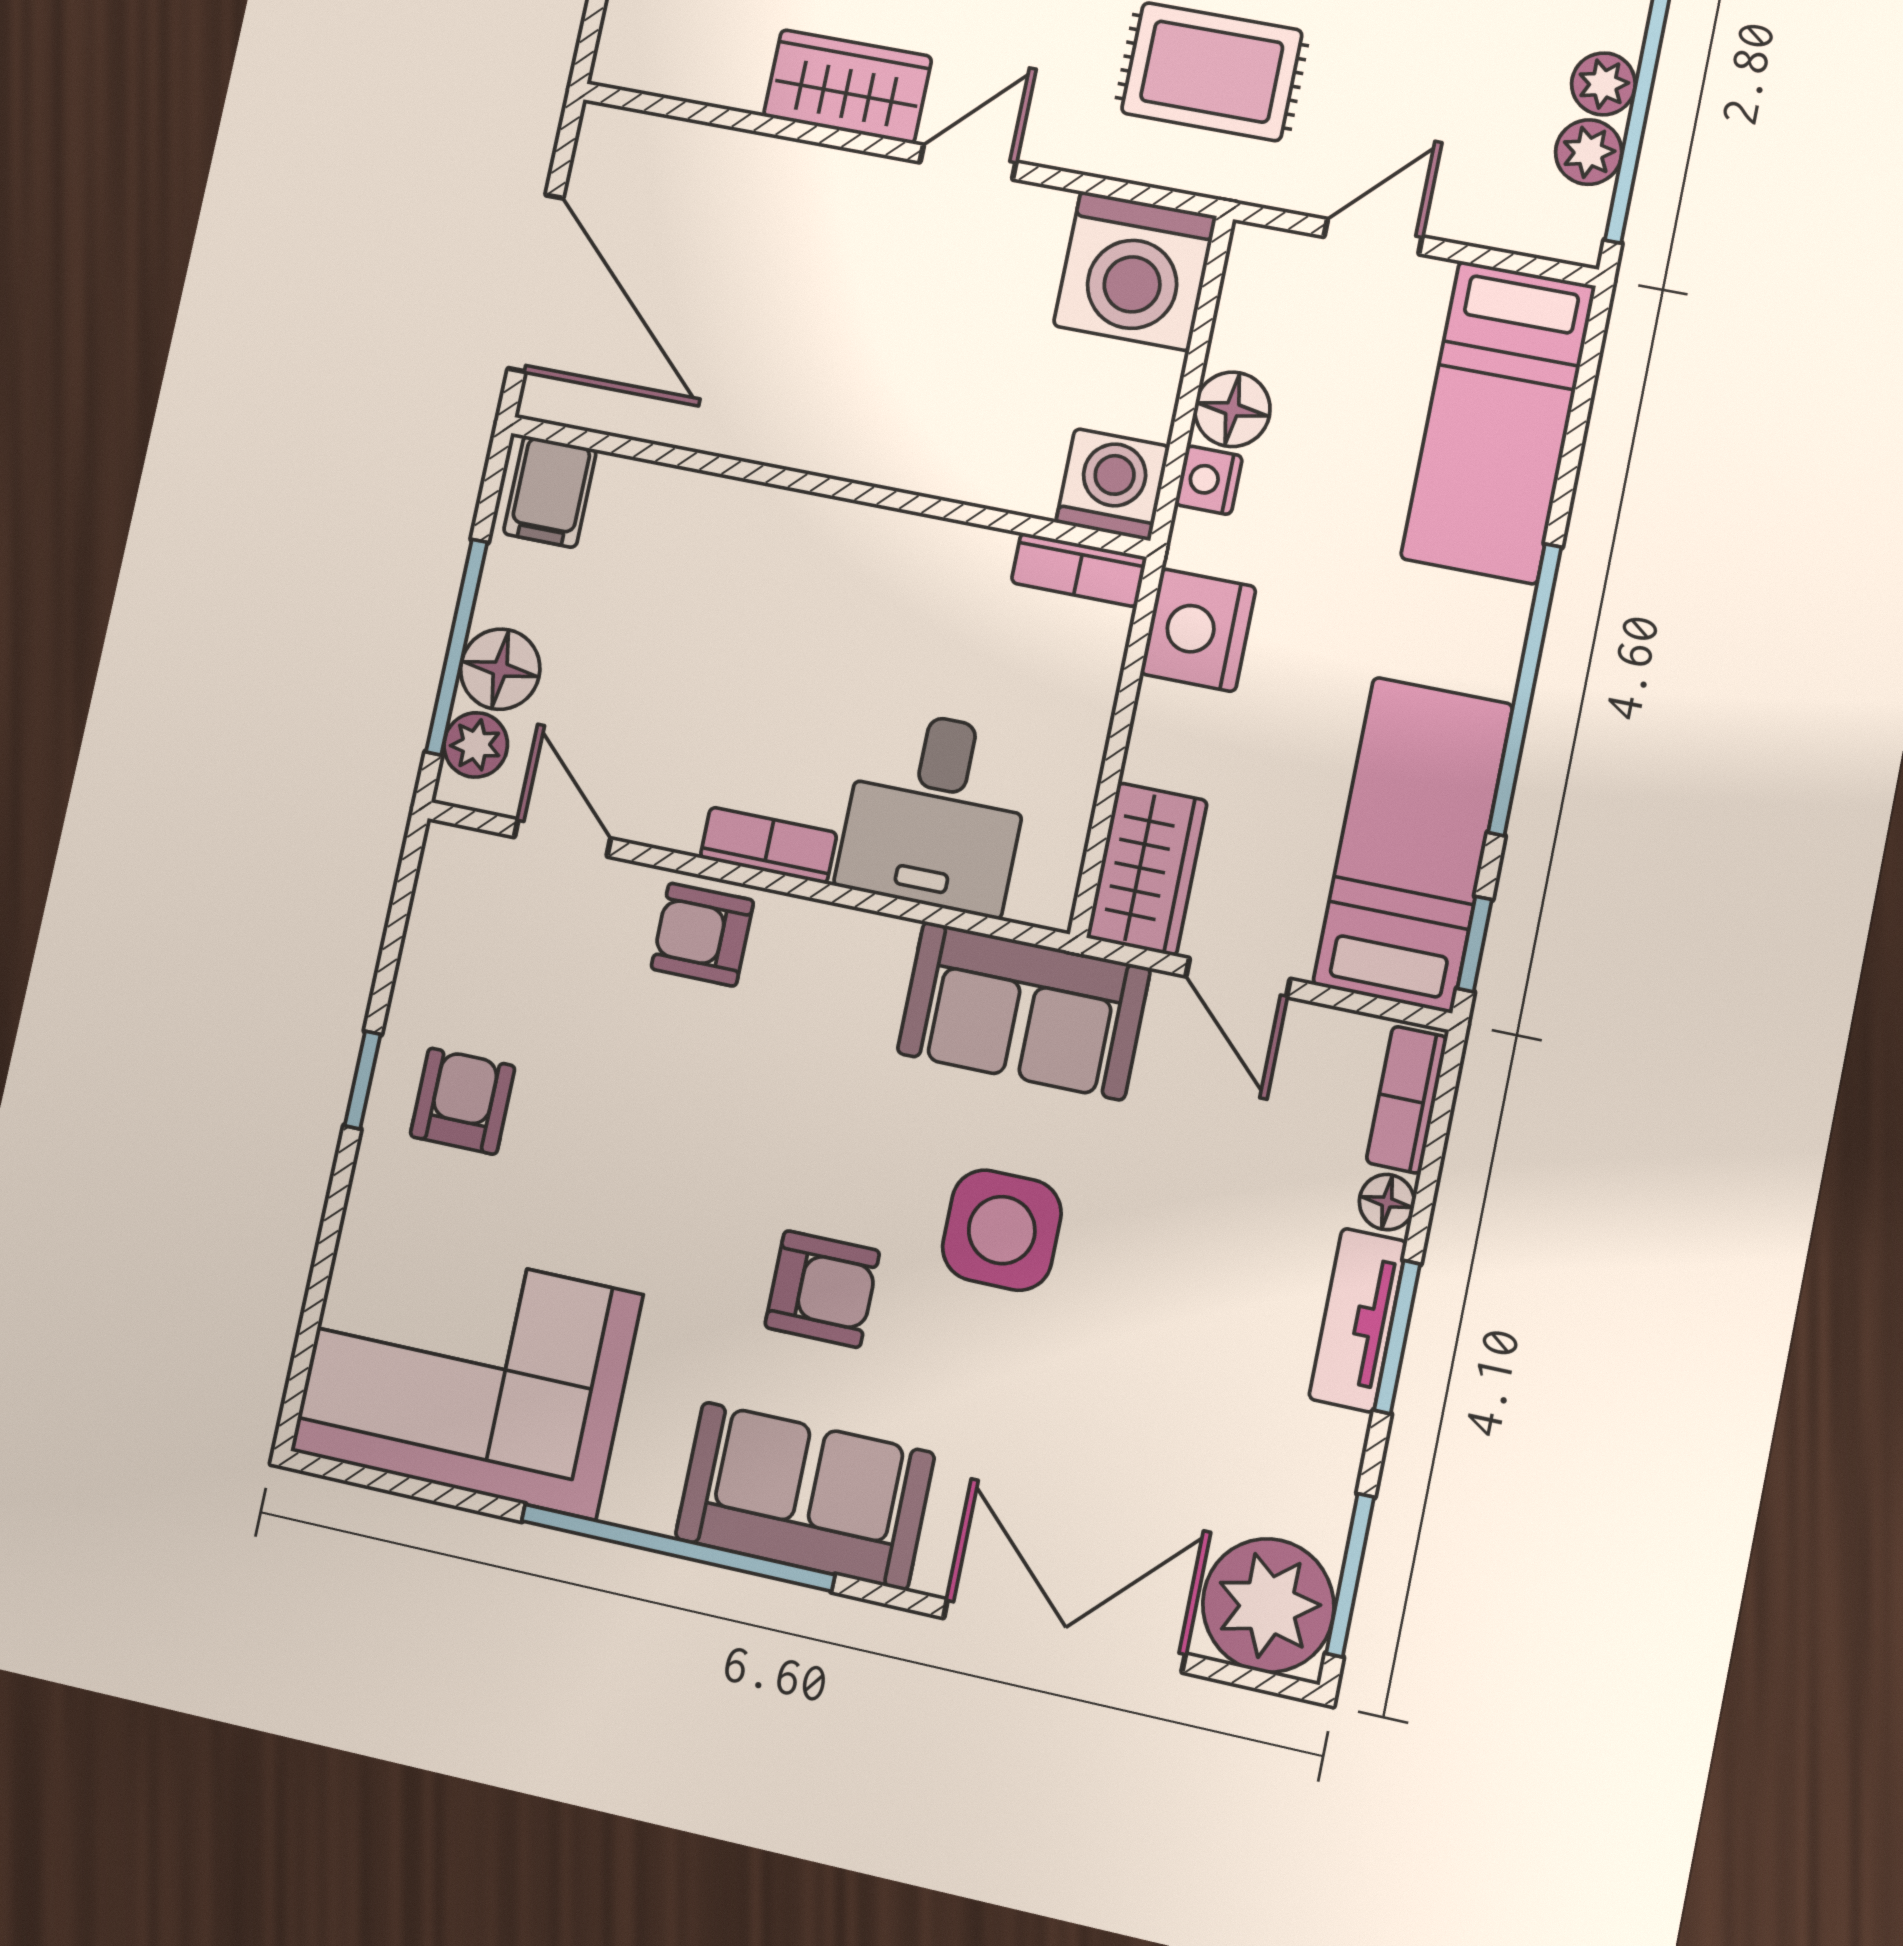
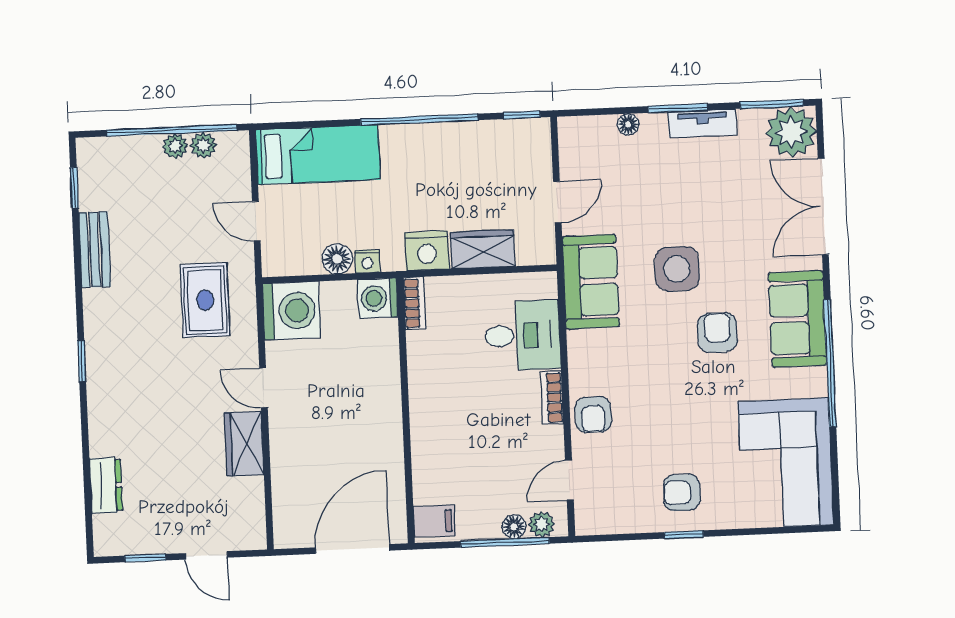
floor lamp: (500, 669) -> (514, 527), width x0.73, depth x0.73
bed: (1413, 844) -> (489, 148), removed
wardrobe: (1147, 869) -> (483, 249), moved
bookcase: (1407, 1100) -> (587, 126), removed
tv unit: (1358, 1320) -> (702, 123), moved

